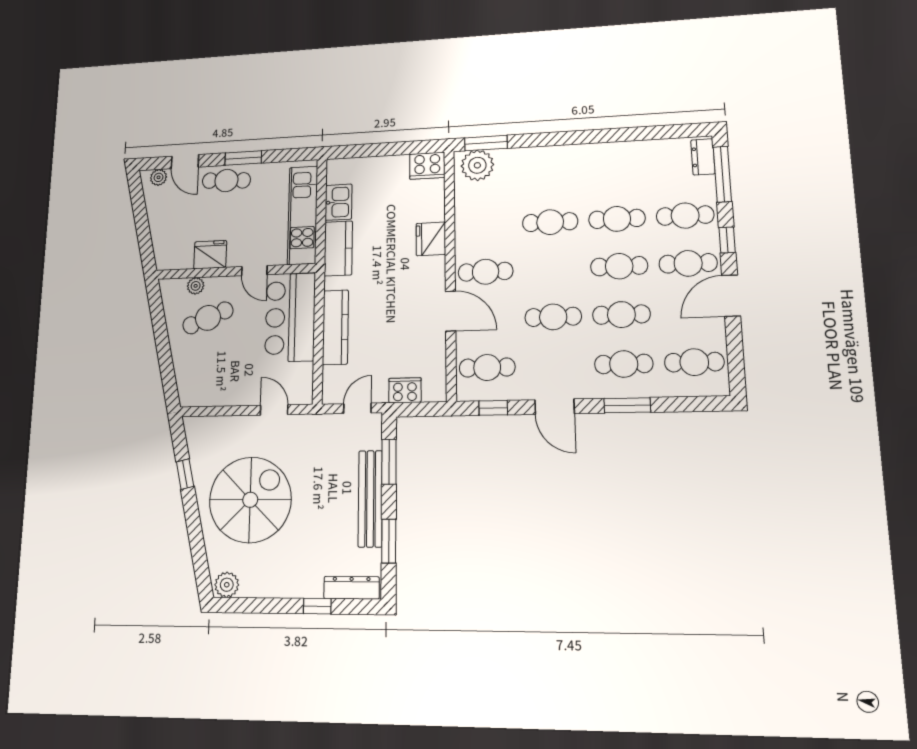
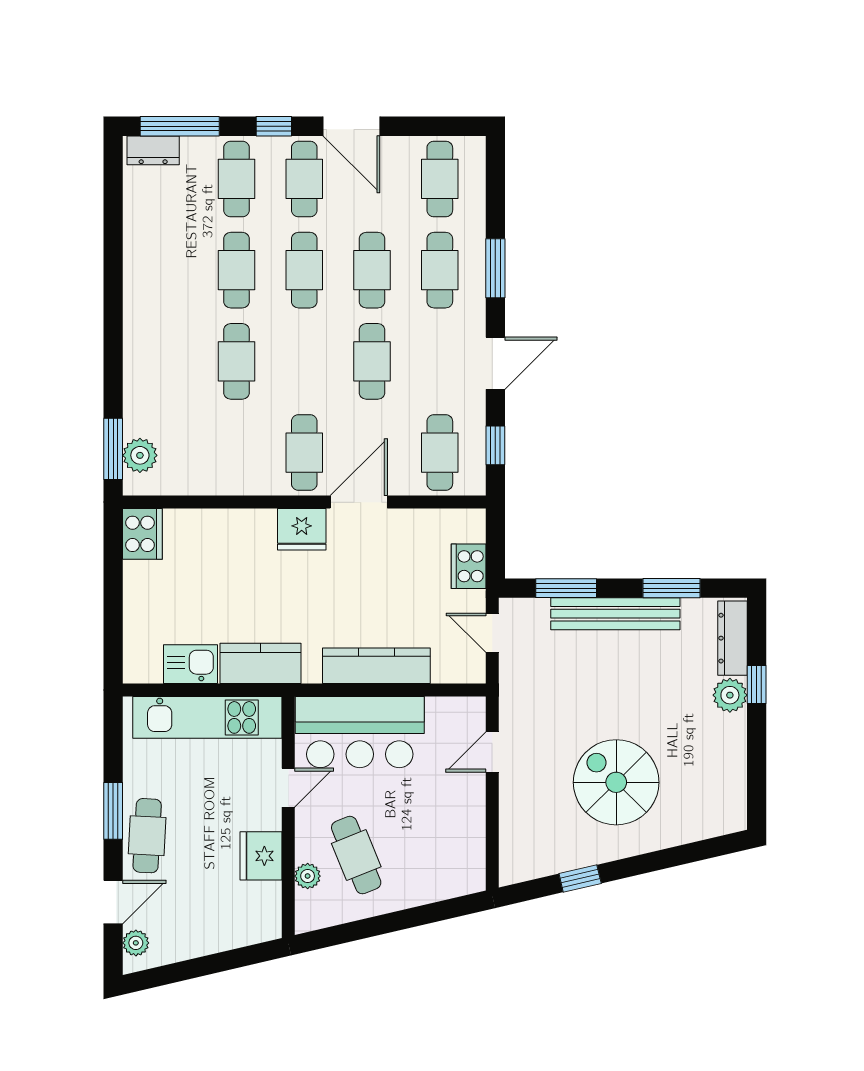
plant: (477, 165) -> (140, 455), width x0.73, depth x0.73
fridge: (431, 239) -> (302, 529), moved
spiral stairs: (250, 500) -> (616, 782), width x0.73, depth x0.73
plant: (227, 585) -> (730, 695), moved

